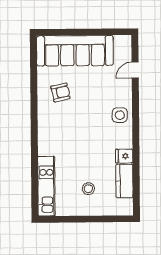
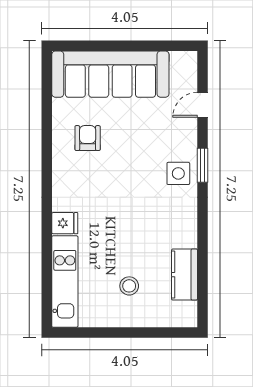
armchair: (60, 92) -> (88, 138), turned -78
window: (135, 110) -> (202, 165), added
fridge: (124, 156) -> (65, 223), moved, turned 180

